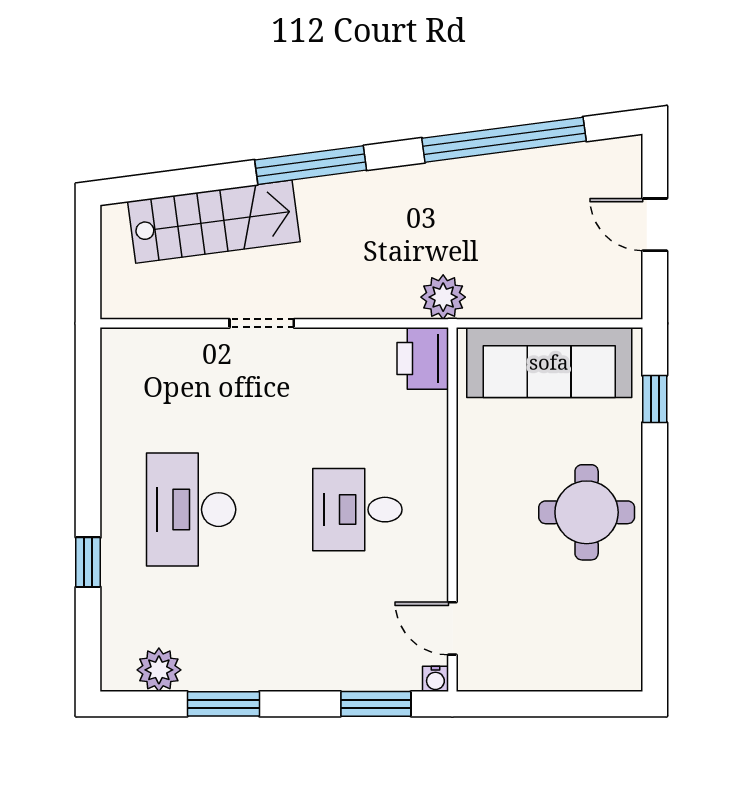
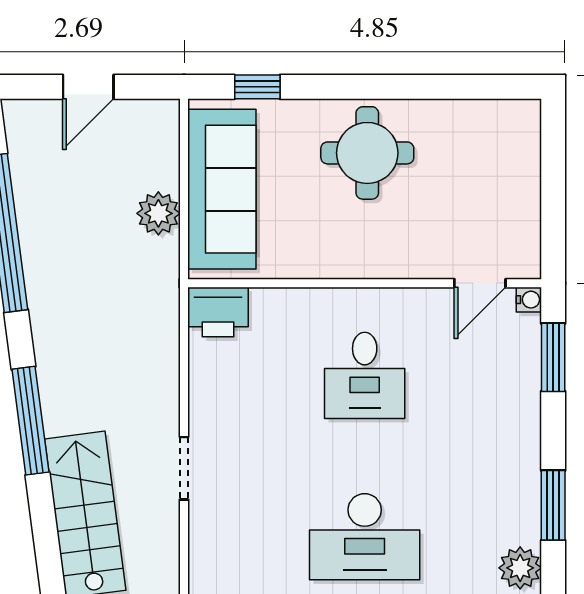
plant: (443, 297) -> (158, 213), moved

